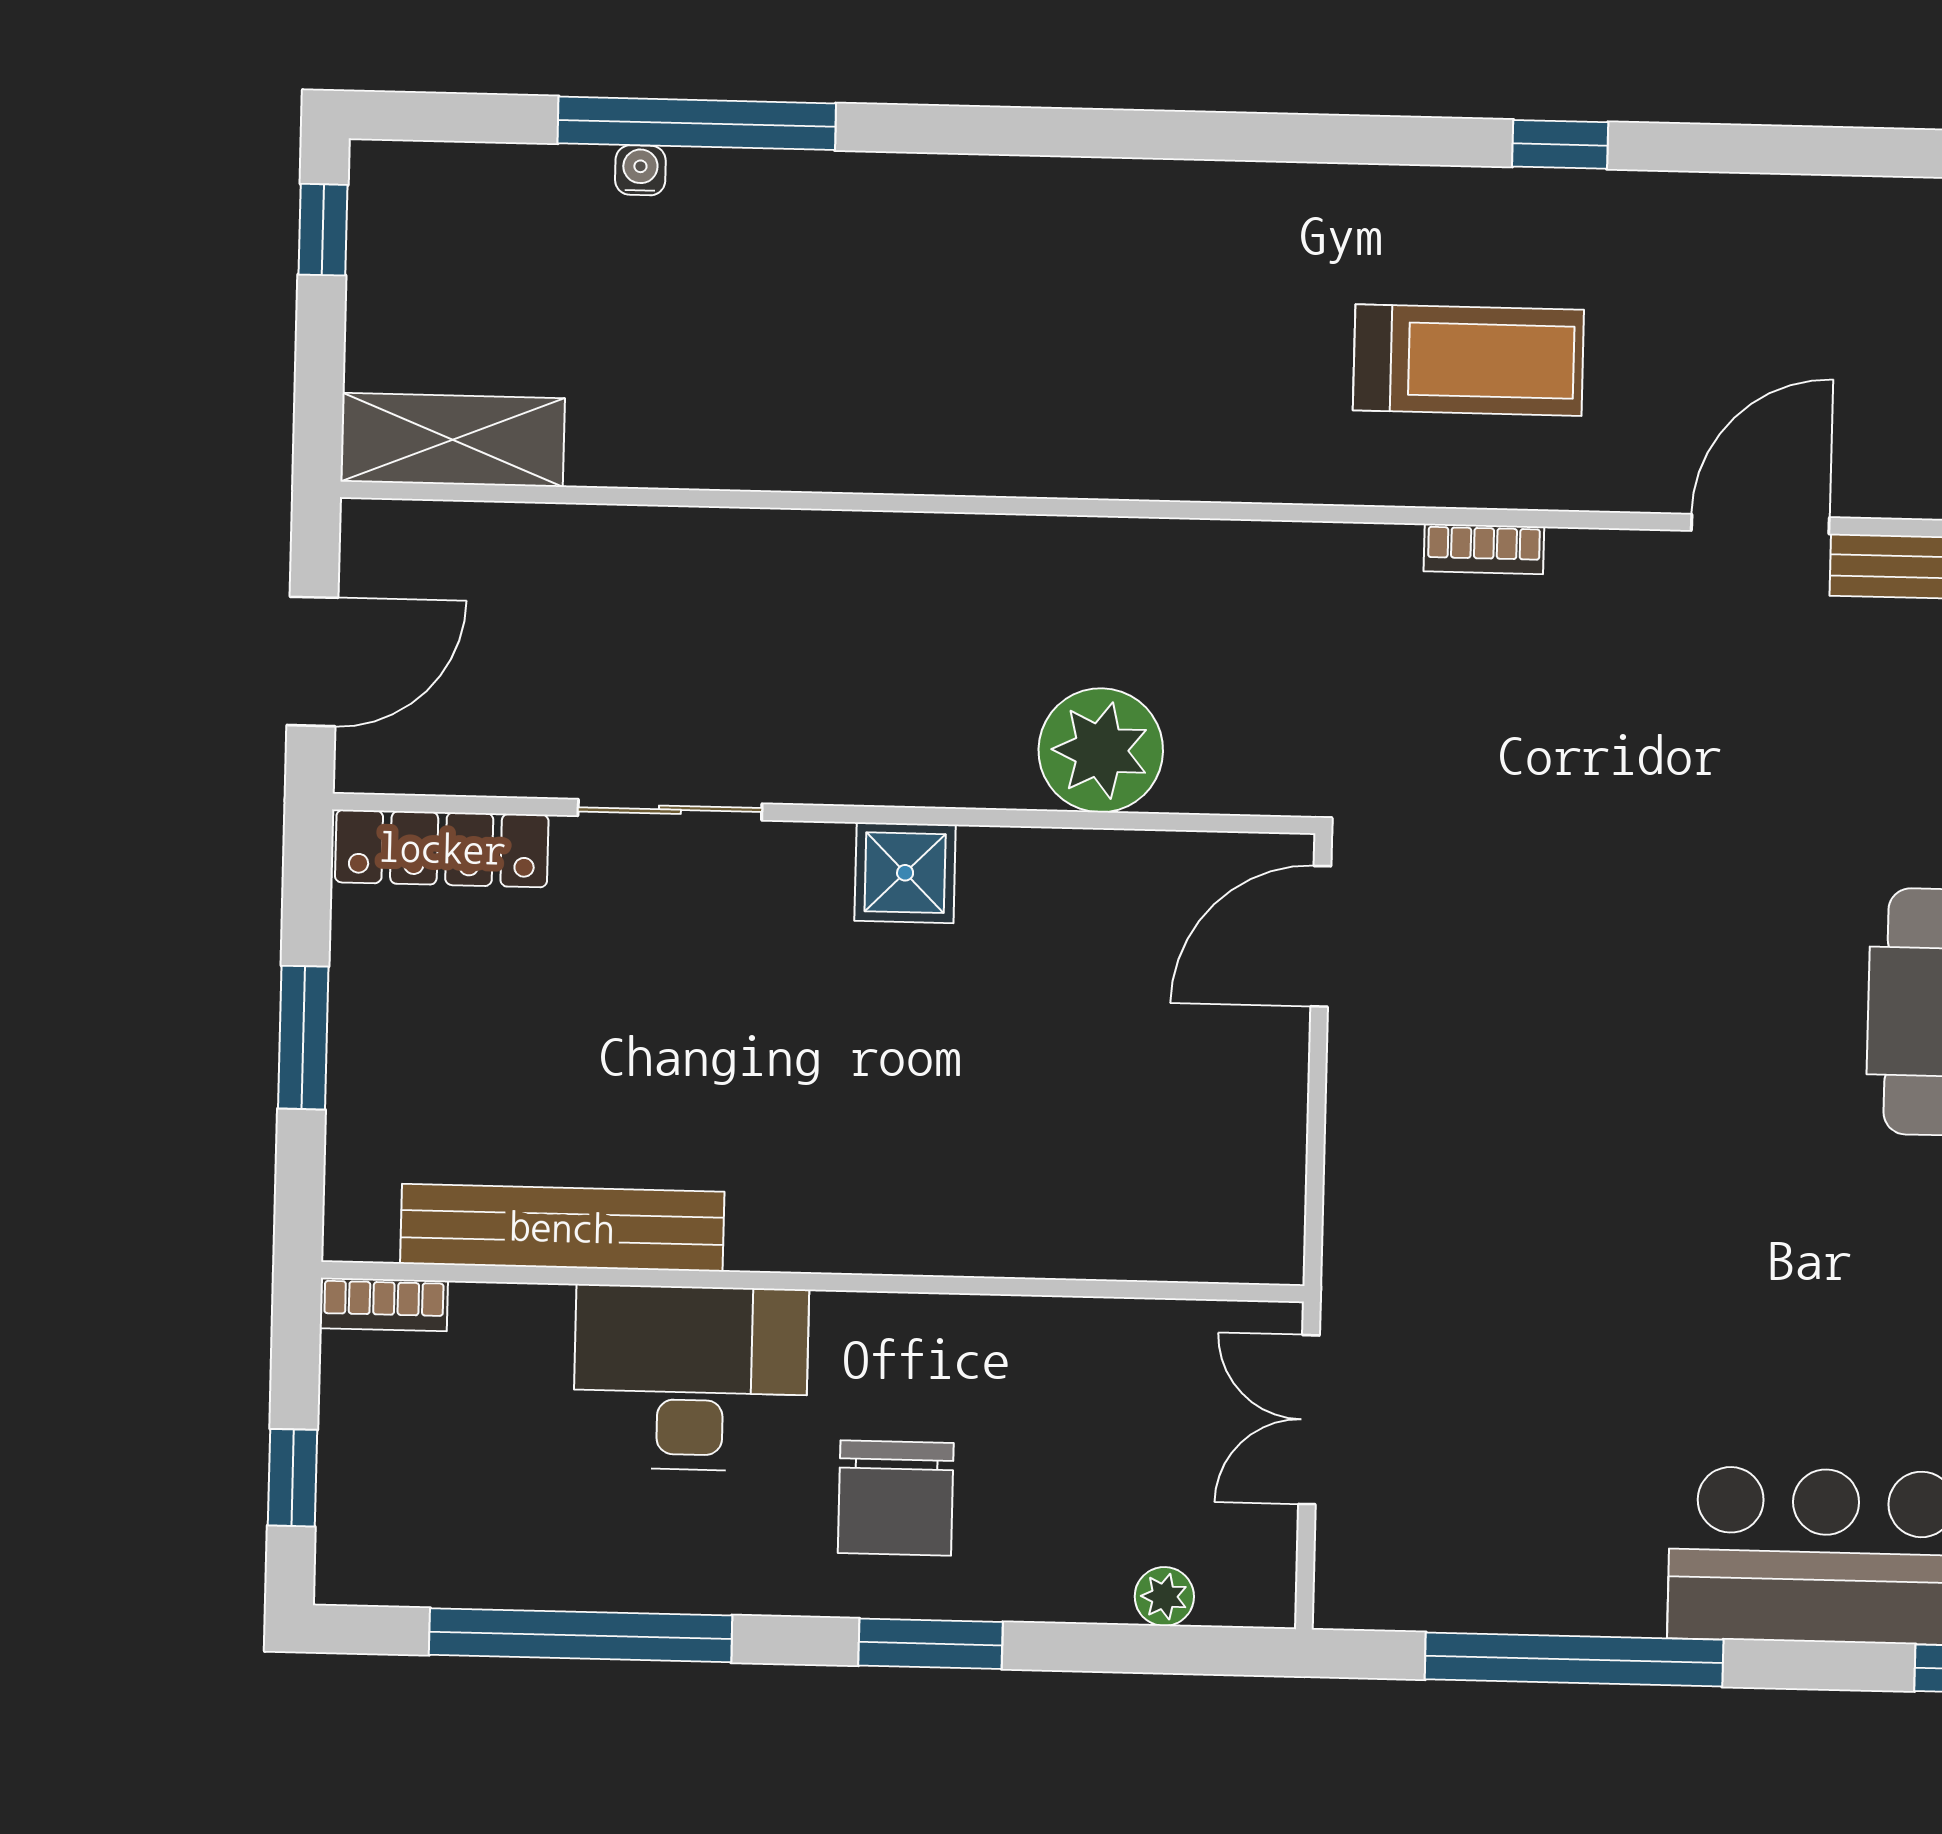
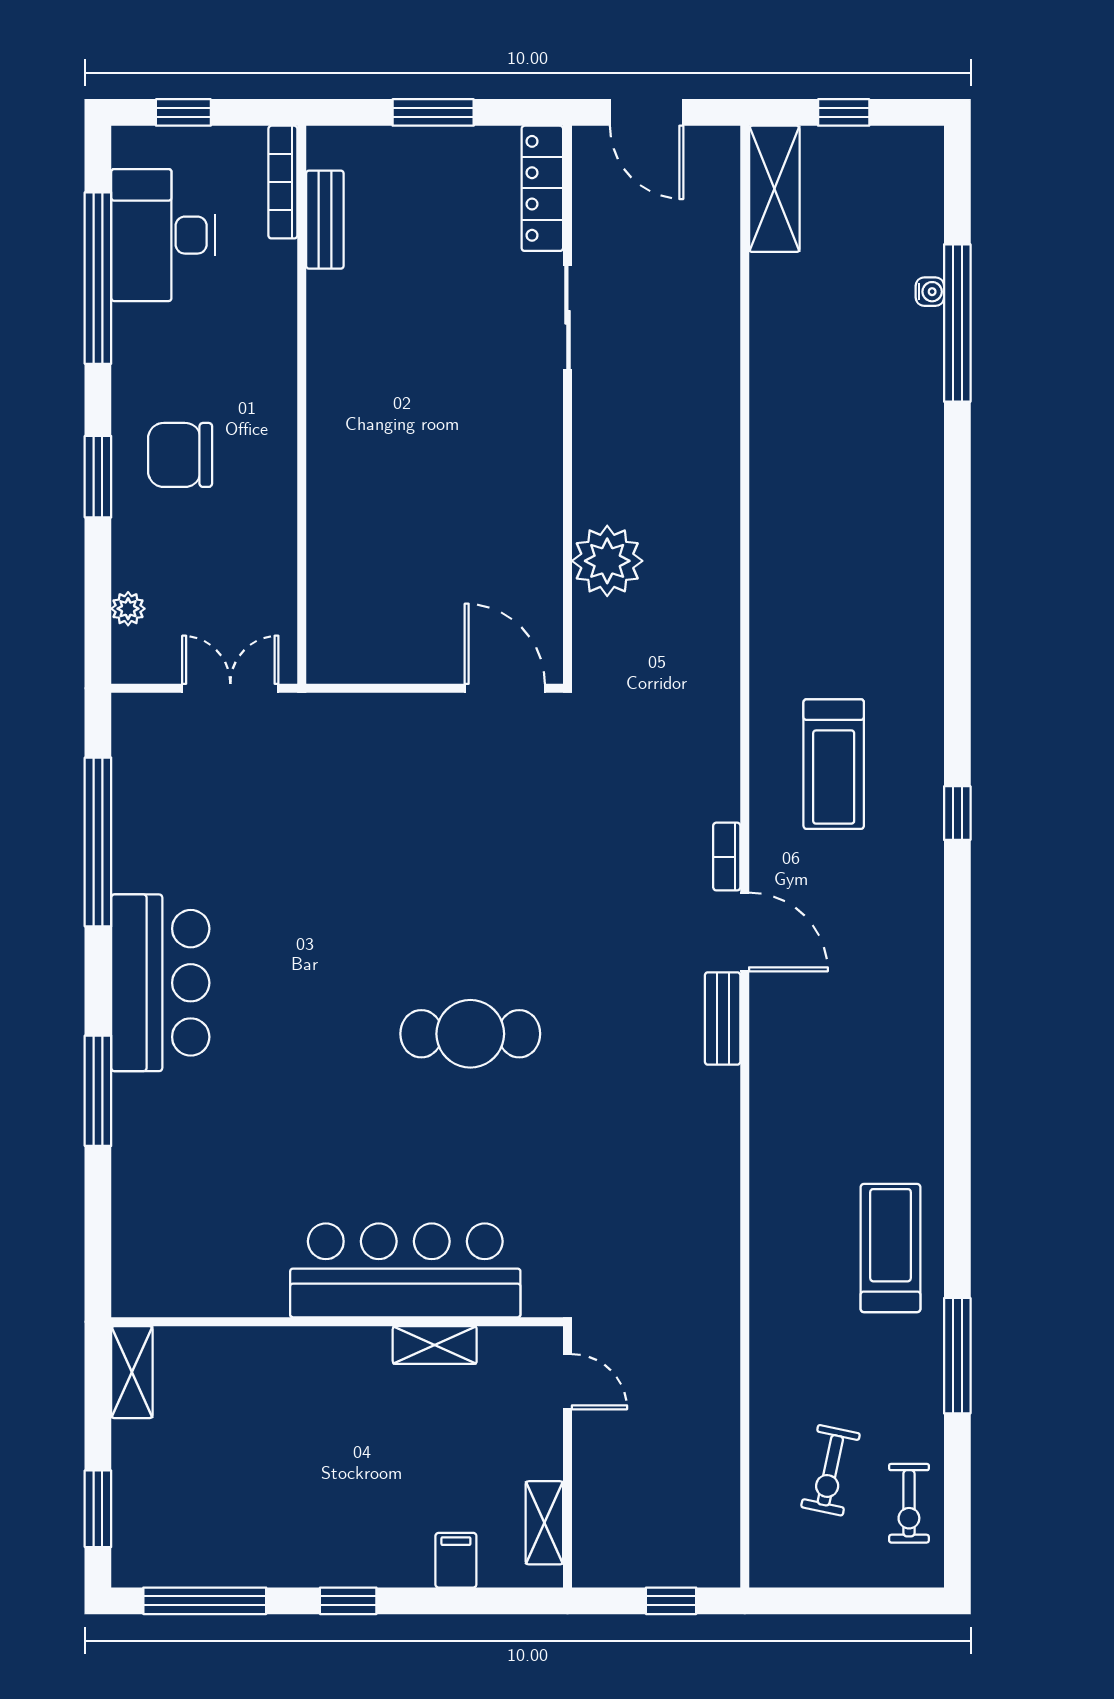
window: (323, 230) -> (844, 112), moved
bookcase: (1484, 549) -> (727, 857), moved
shower: (905, 873) -> (535, 452), removed
bench: (562, 1228) -> (325, 220), width x0.54, depth x0.82
bookcase: (384, 1304) -> (283, 182), width x1.56
desk: (691, 1378) -> (163, 235), moved, turned 180

